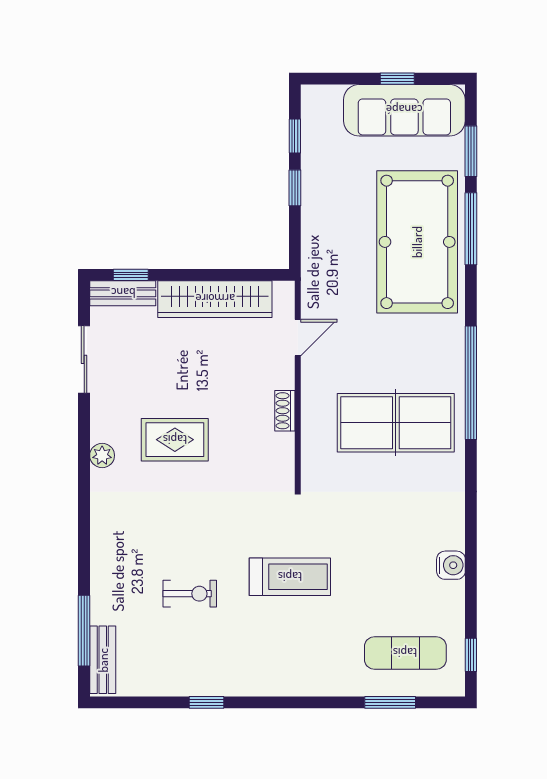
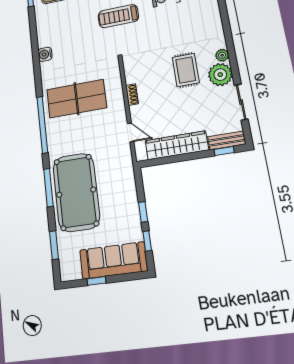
sofa: (404, 110) -> (113, 260), moved
window: (471, 229) -> (48, 188), moved
door: (298, 338) -> (131, 132), swing flipped
plant: (112, 418) -> (220, 75), added
rug: (175, 440) -> (186, 70), turned 90
water cooler: (451, 565) -> (45, 54), moved

